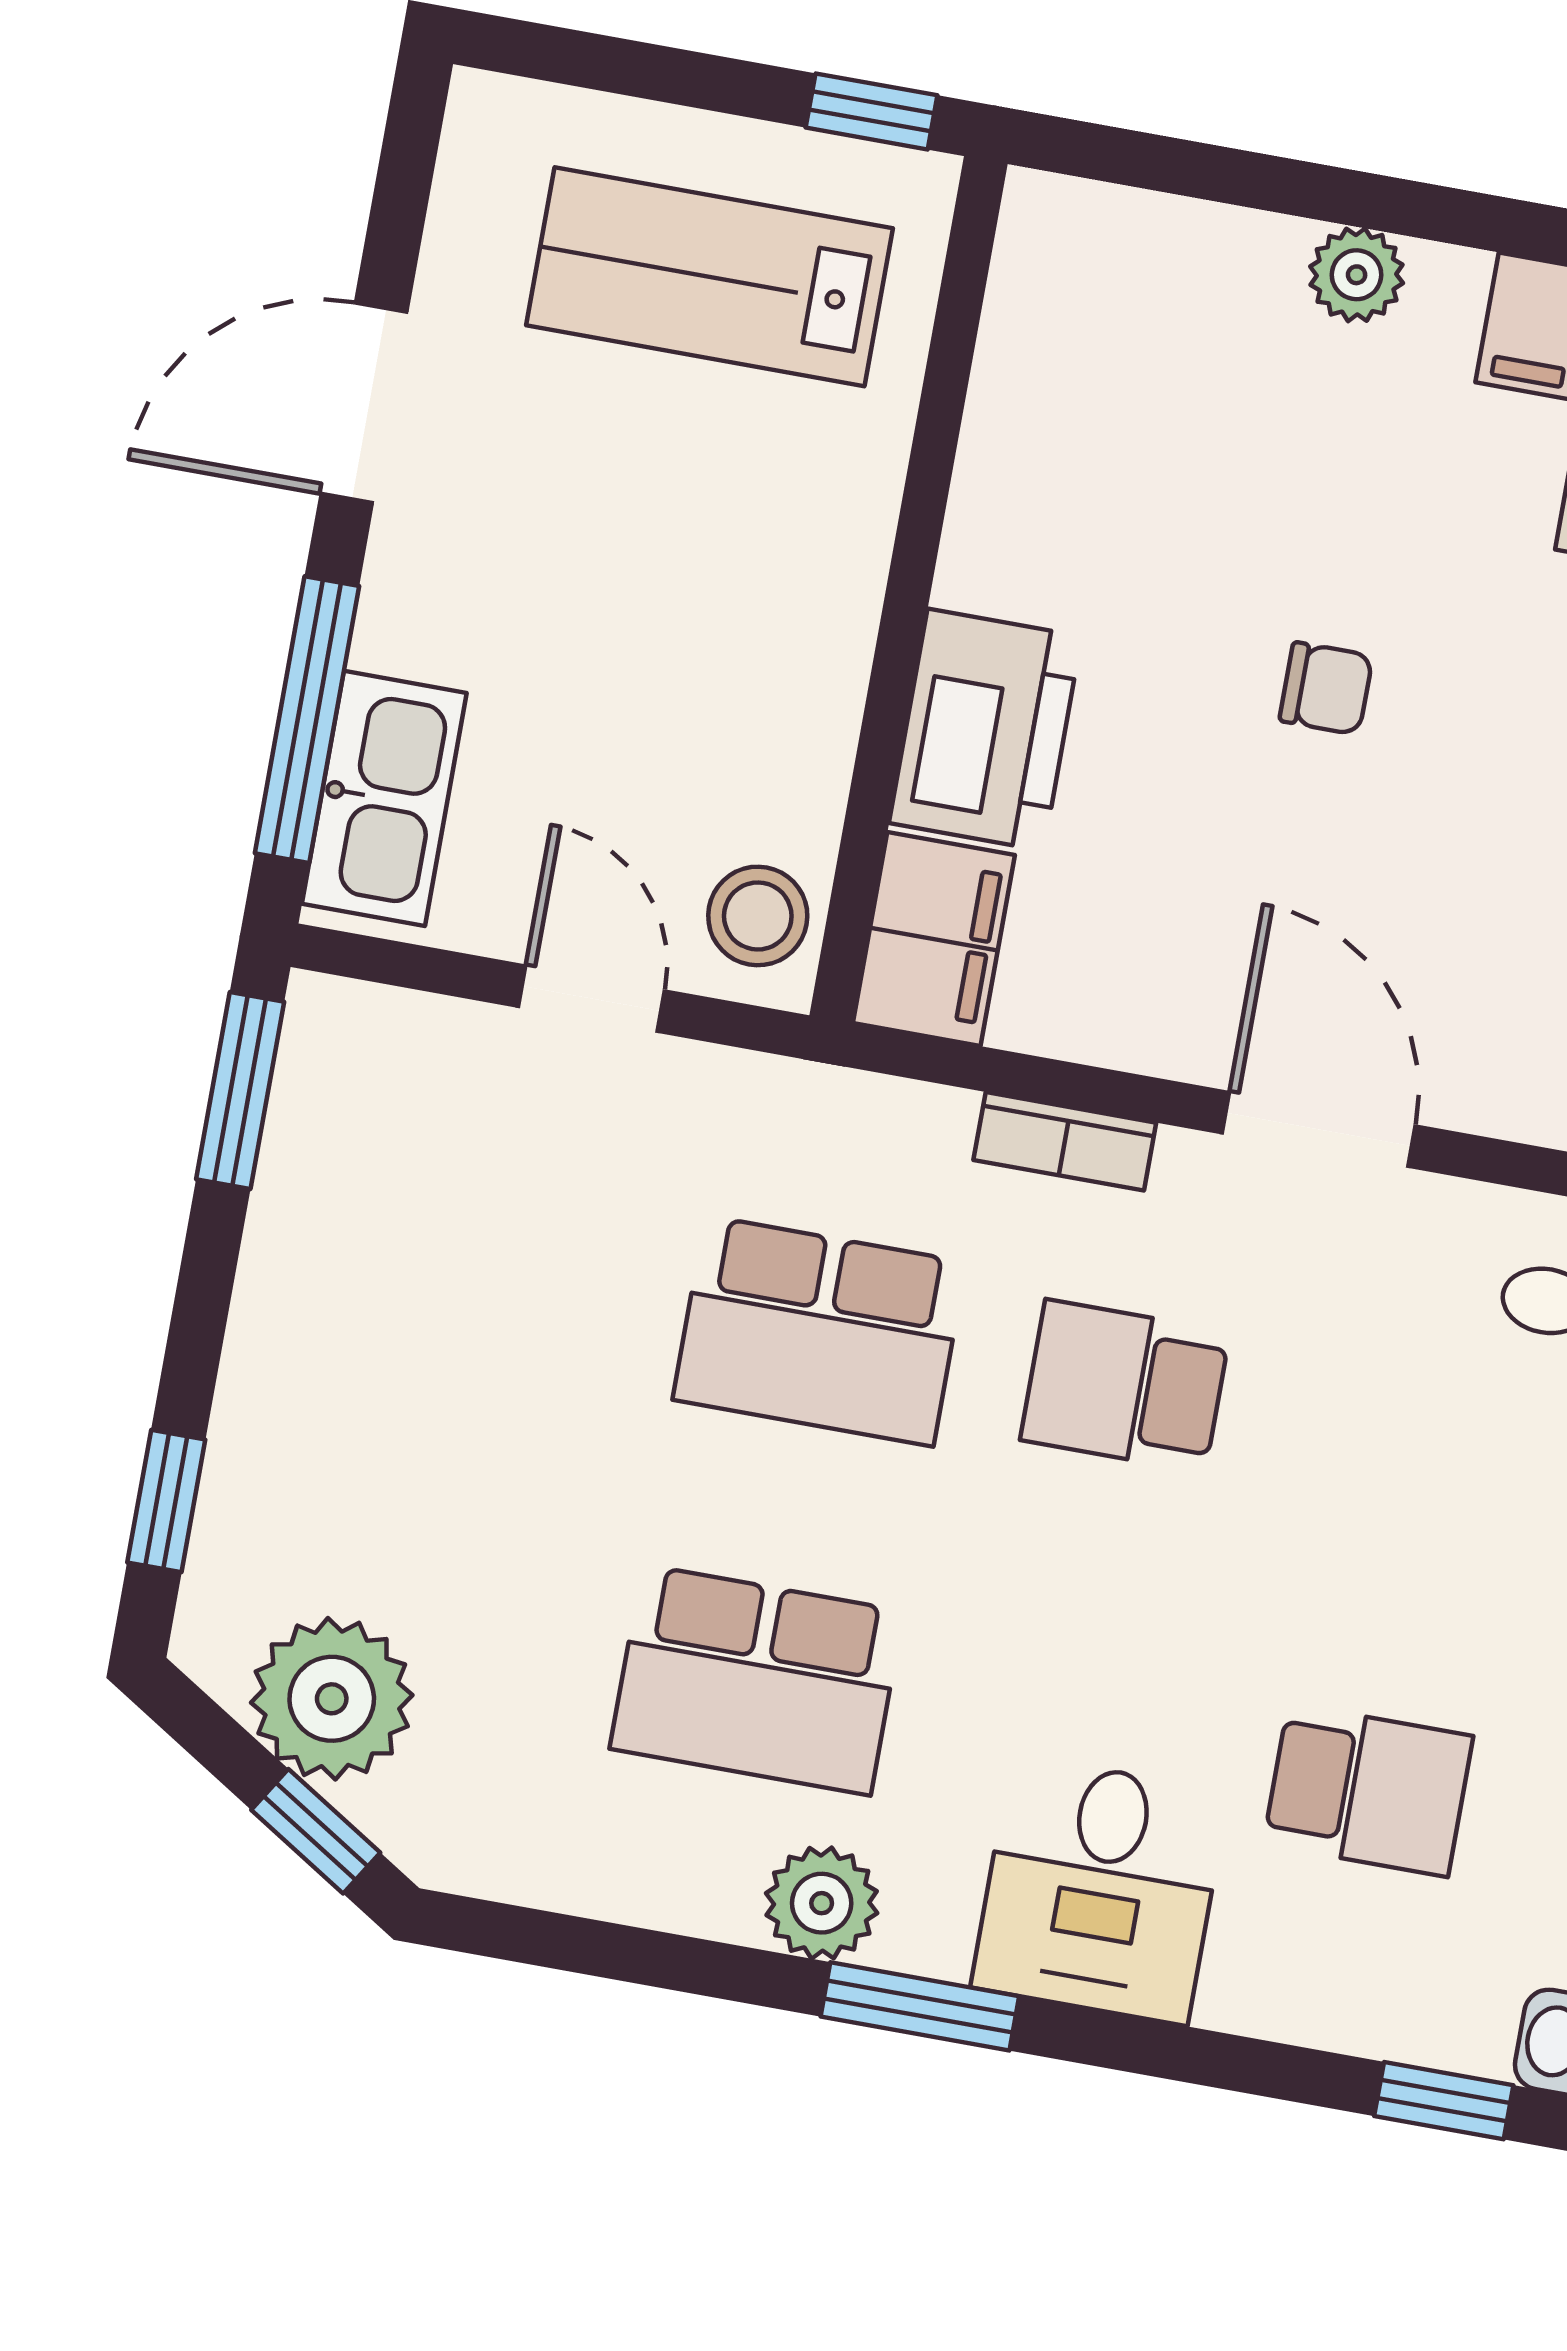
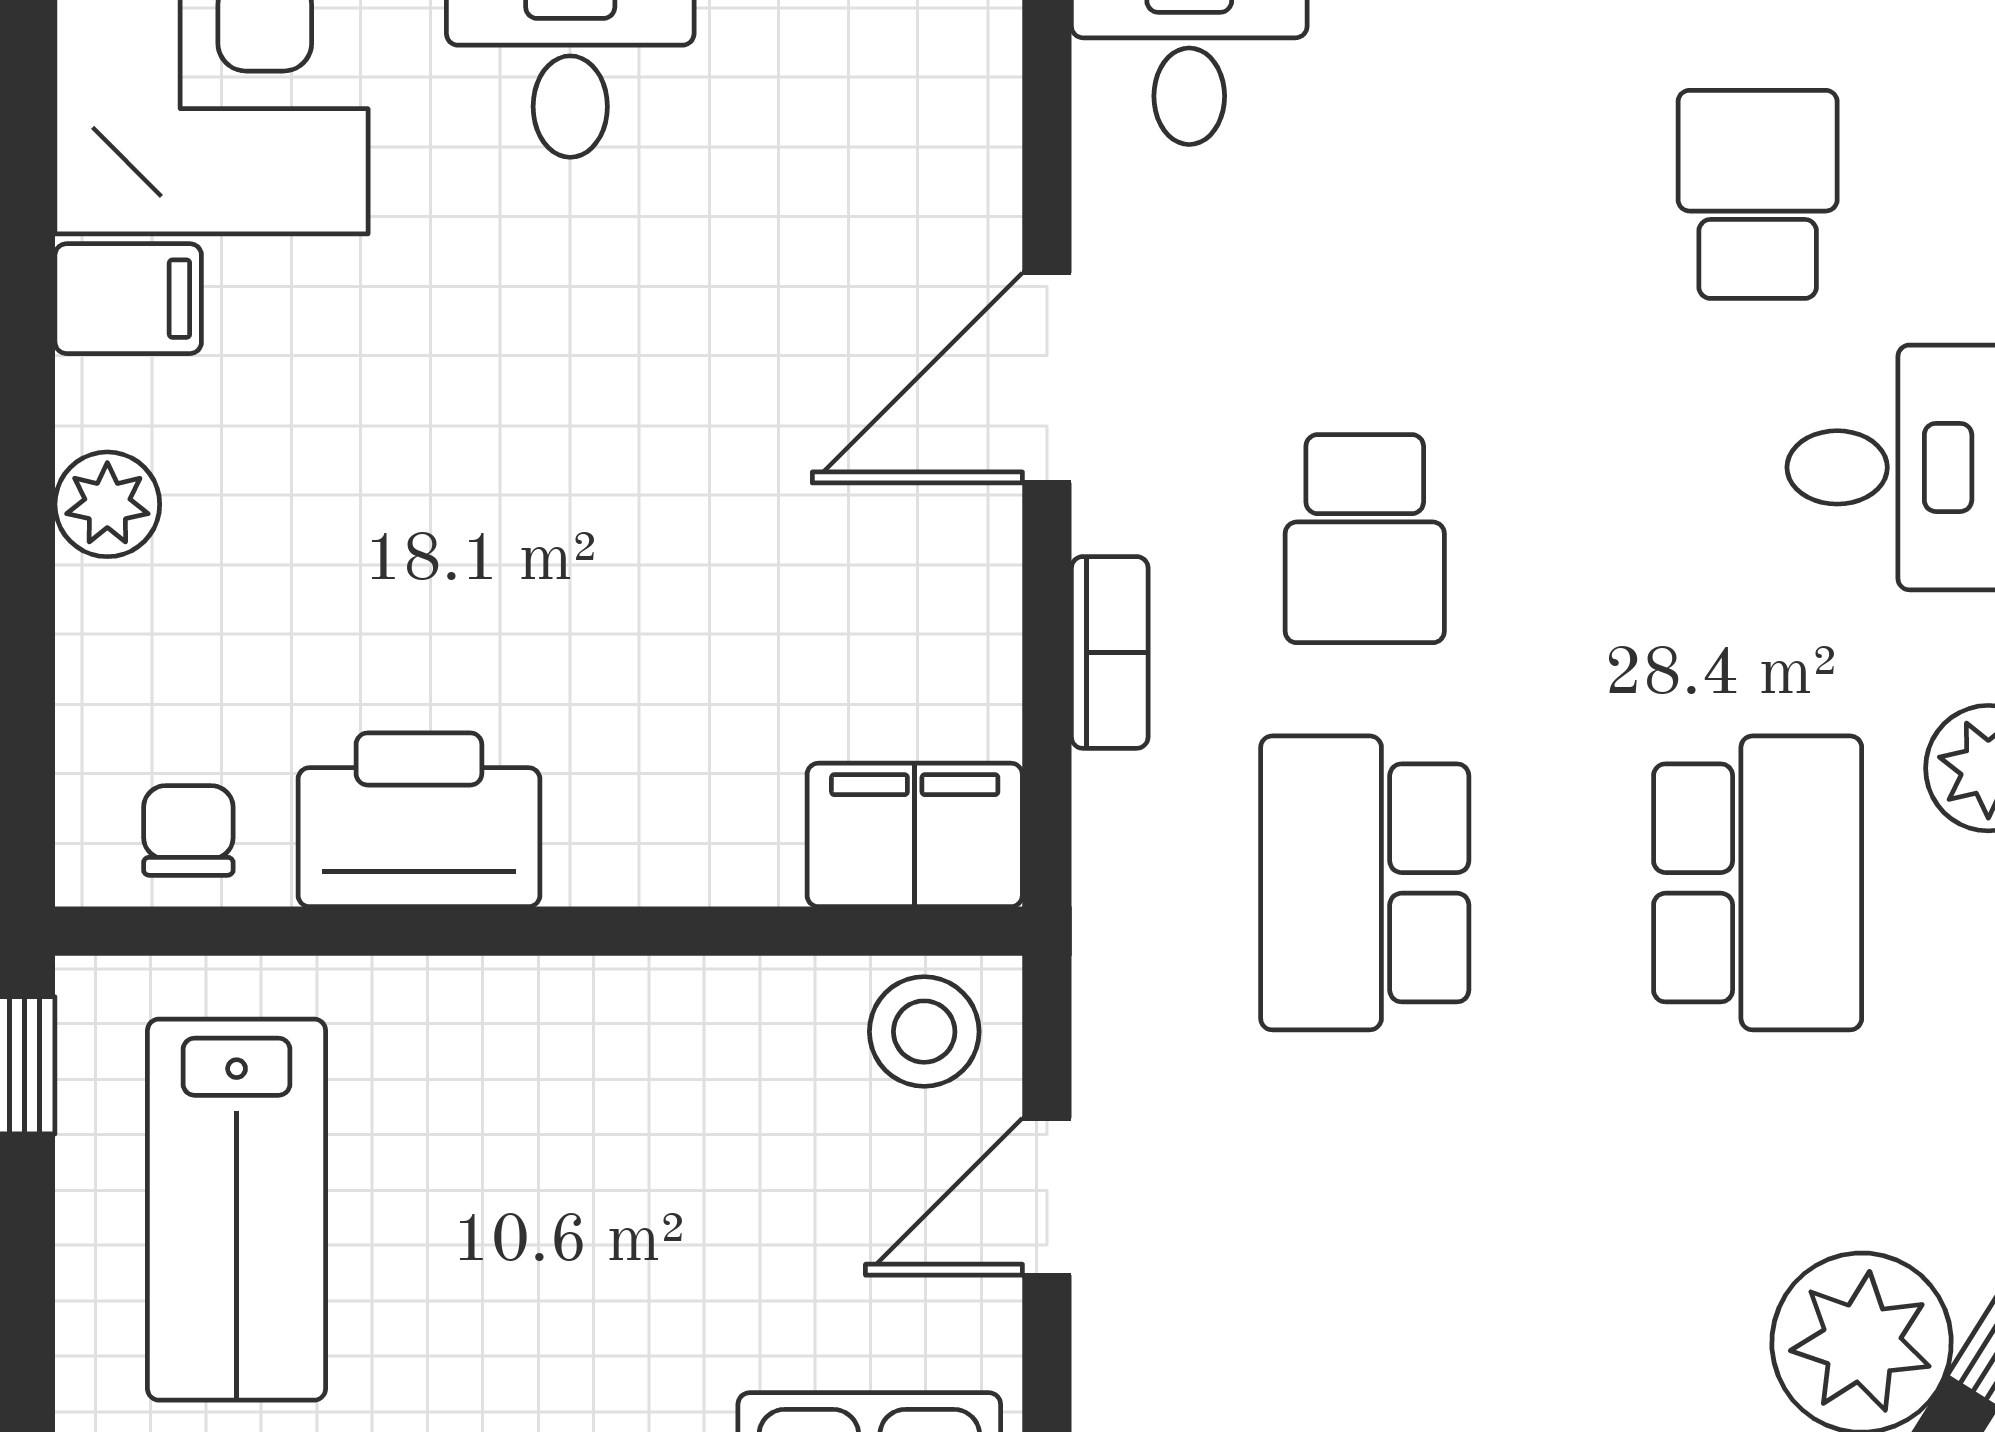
chair: (1326, 688) -> (188, 830), moved
printer: (985, 730) -> (419, 820), moved
school desk: (819, 1331) -> (1365, 883), turned 180

